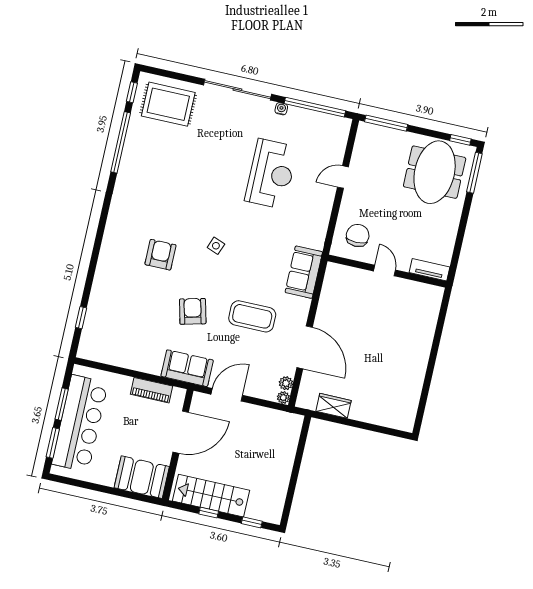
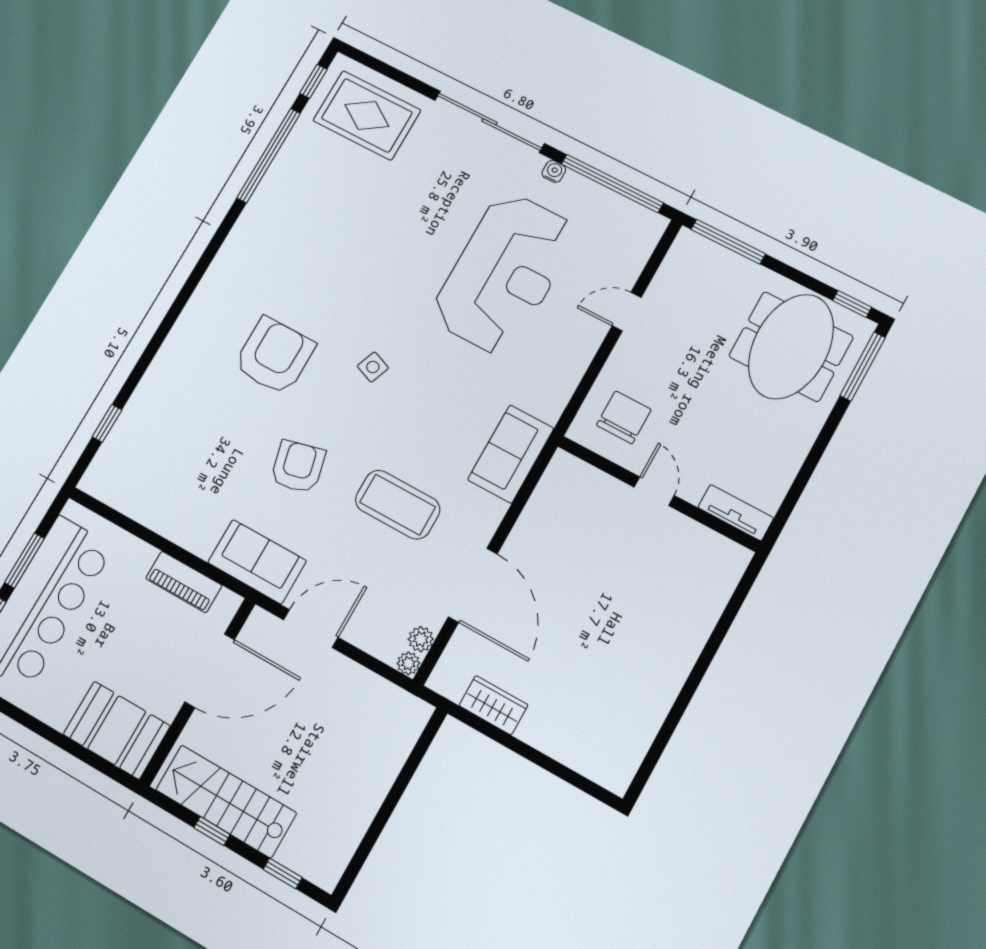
reception desk: (271, 174) -> (504, 273), width x1.36, depth x1.30
armchair: (160, 255) -> (274, 356), width x1.36, depth x1.36

